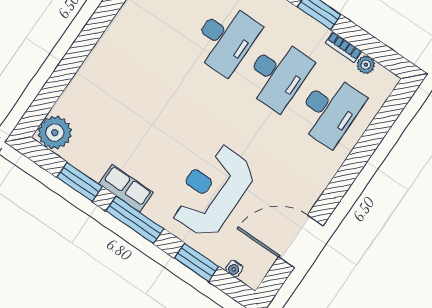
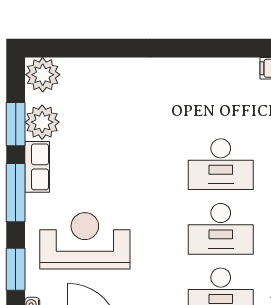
plant: (93, 159) -> (42, 122), added

